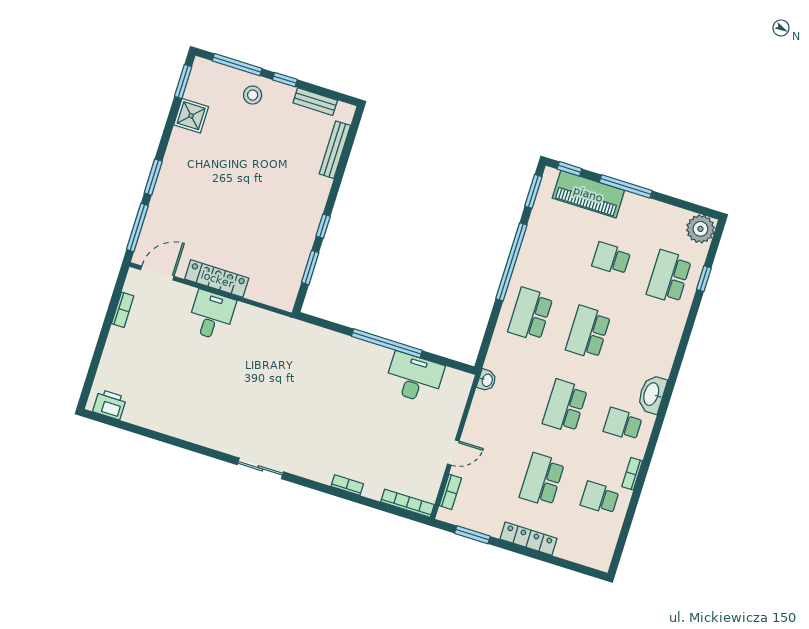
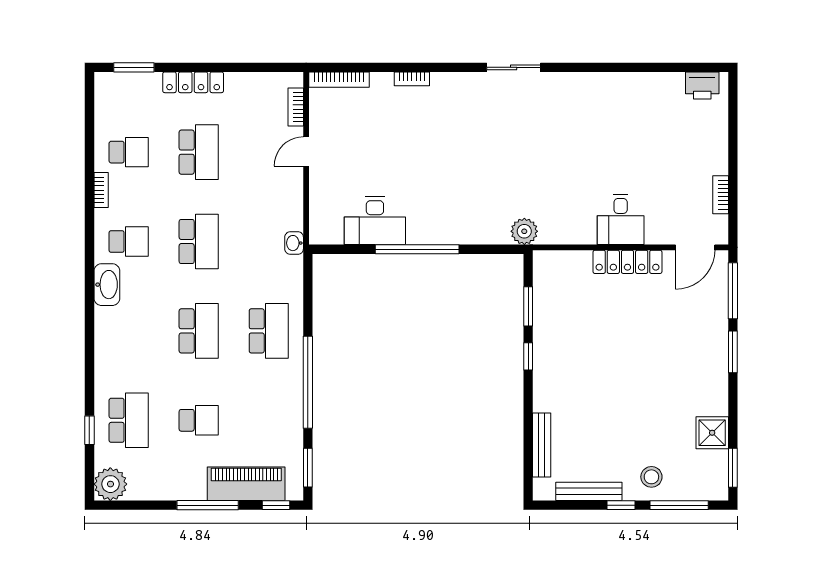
bench: (315, 102) -> (589, 491), width x1.36
plant: (294, 330) -> (524, 231), added
window: (472, 535) -> (134, 67), moved

